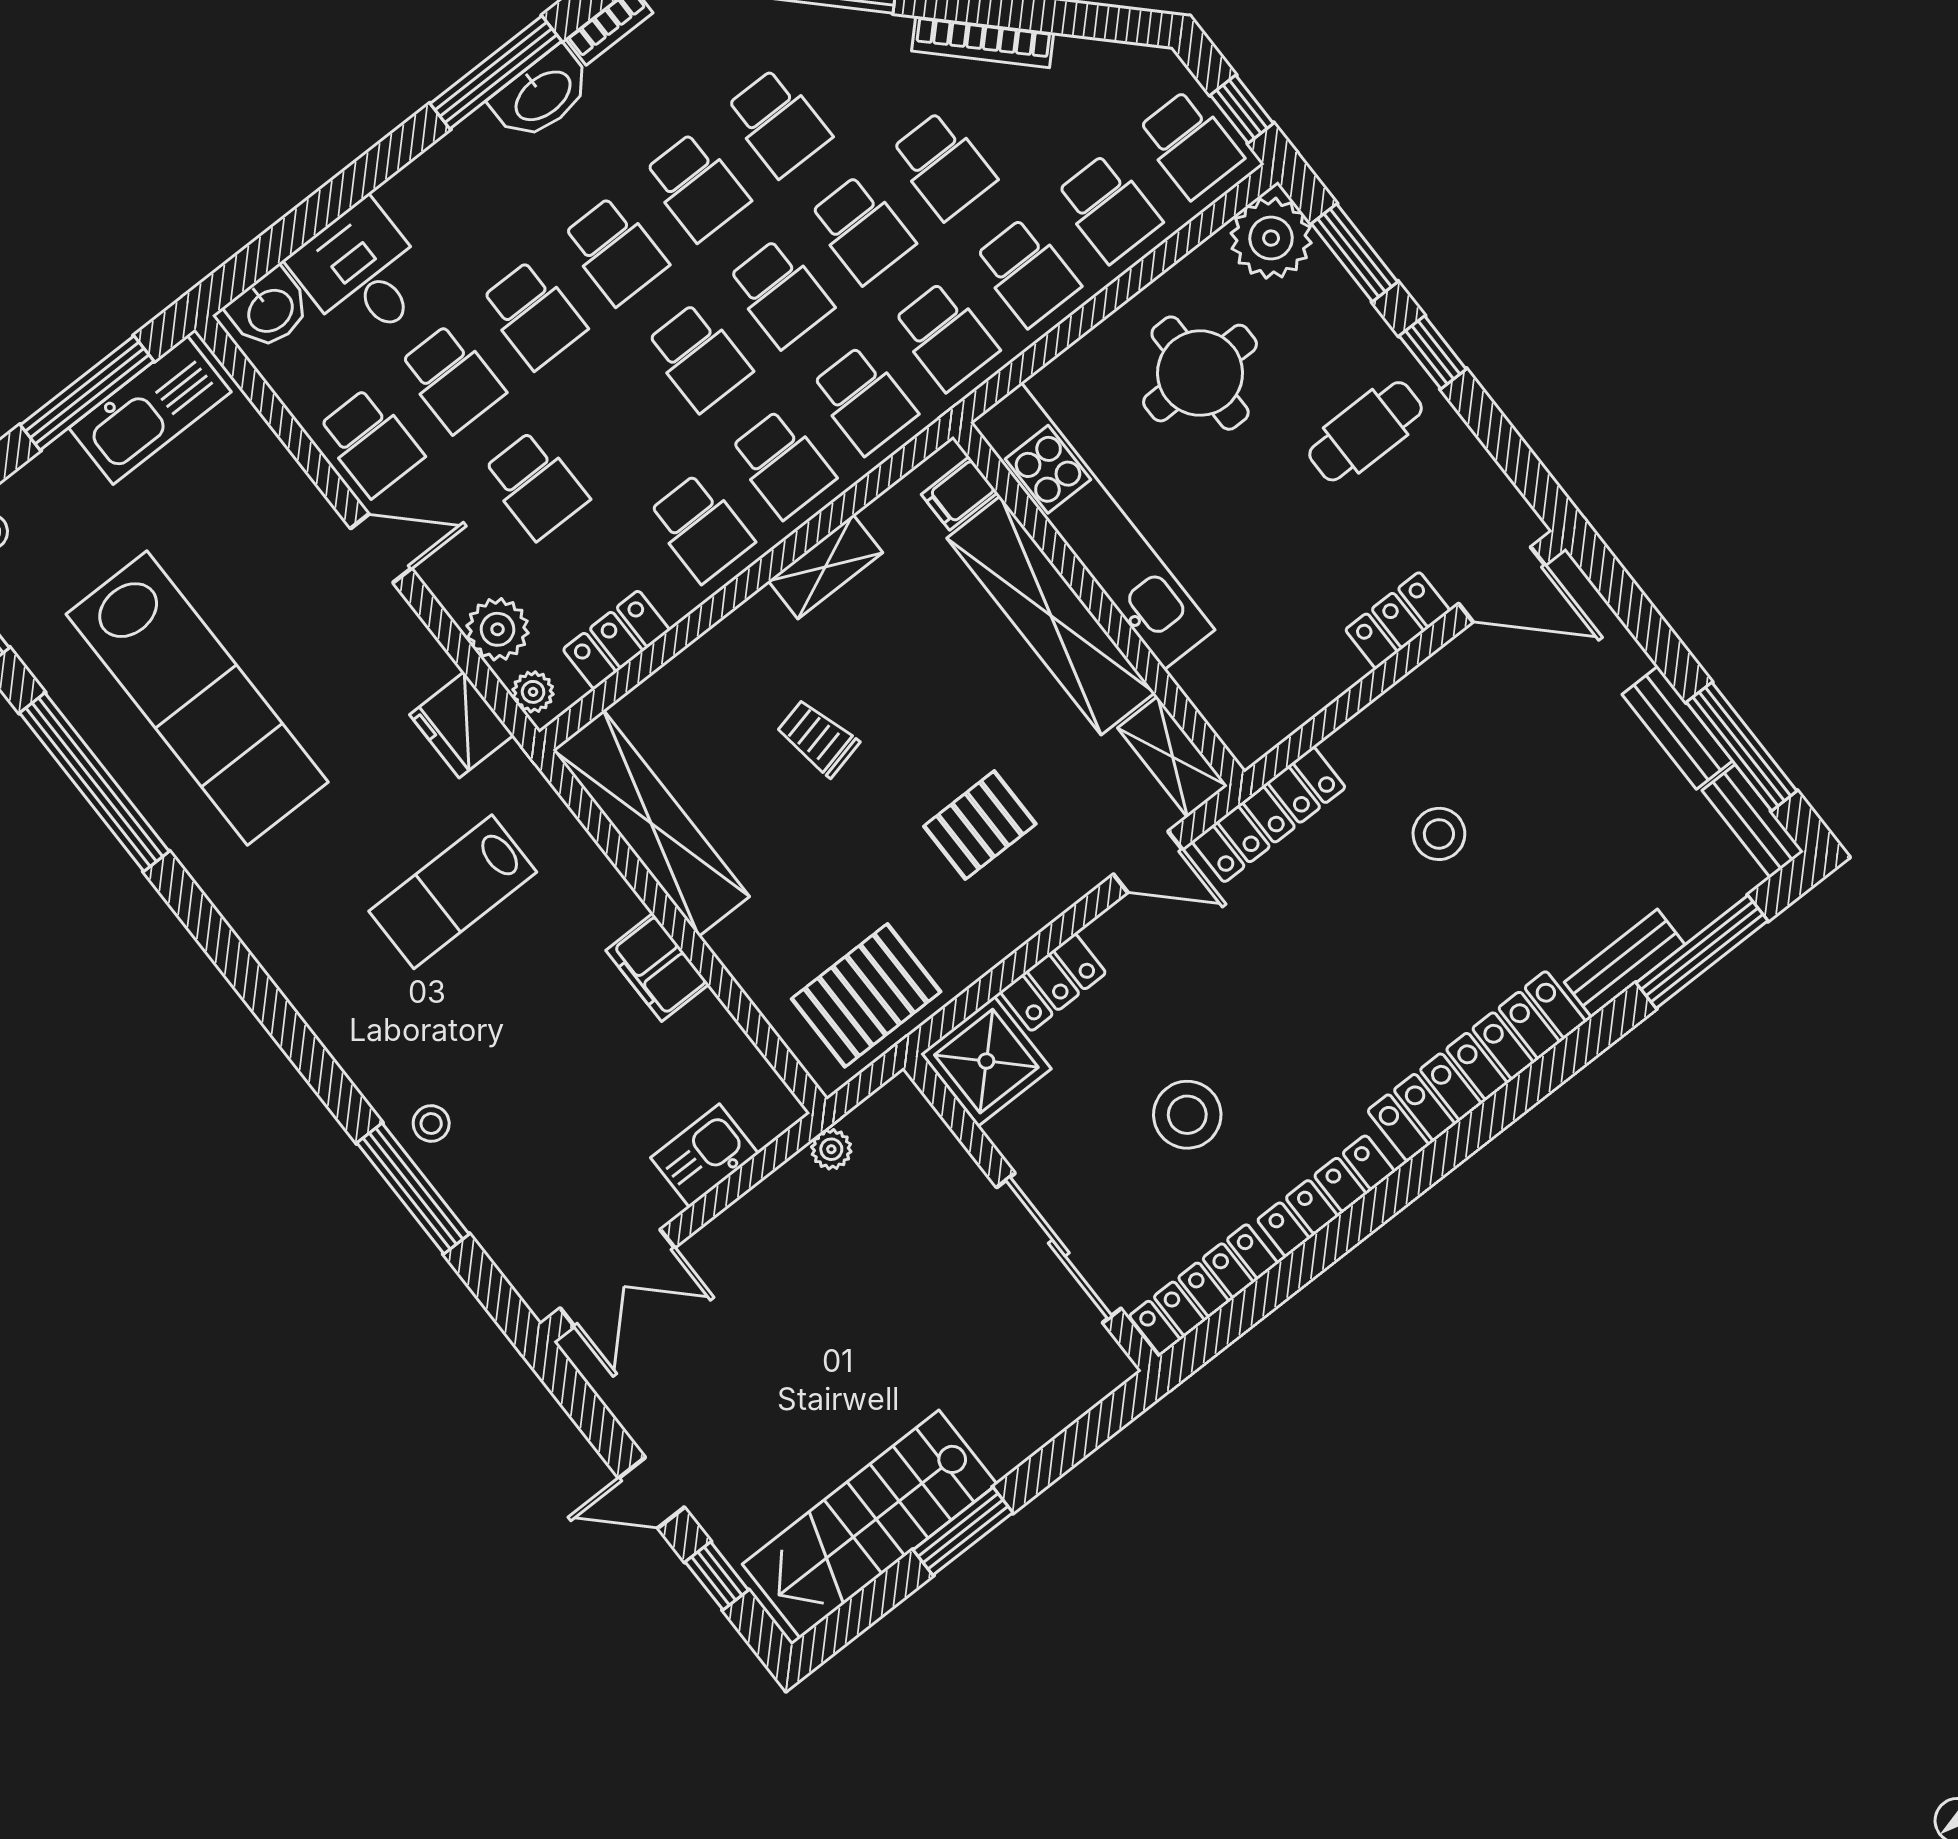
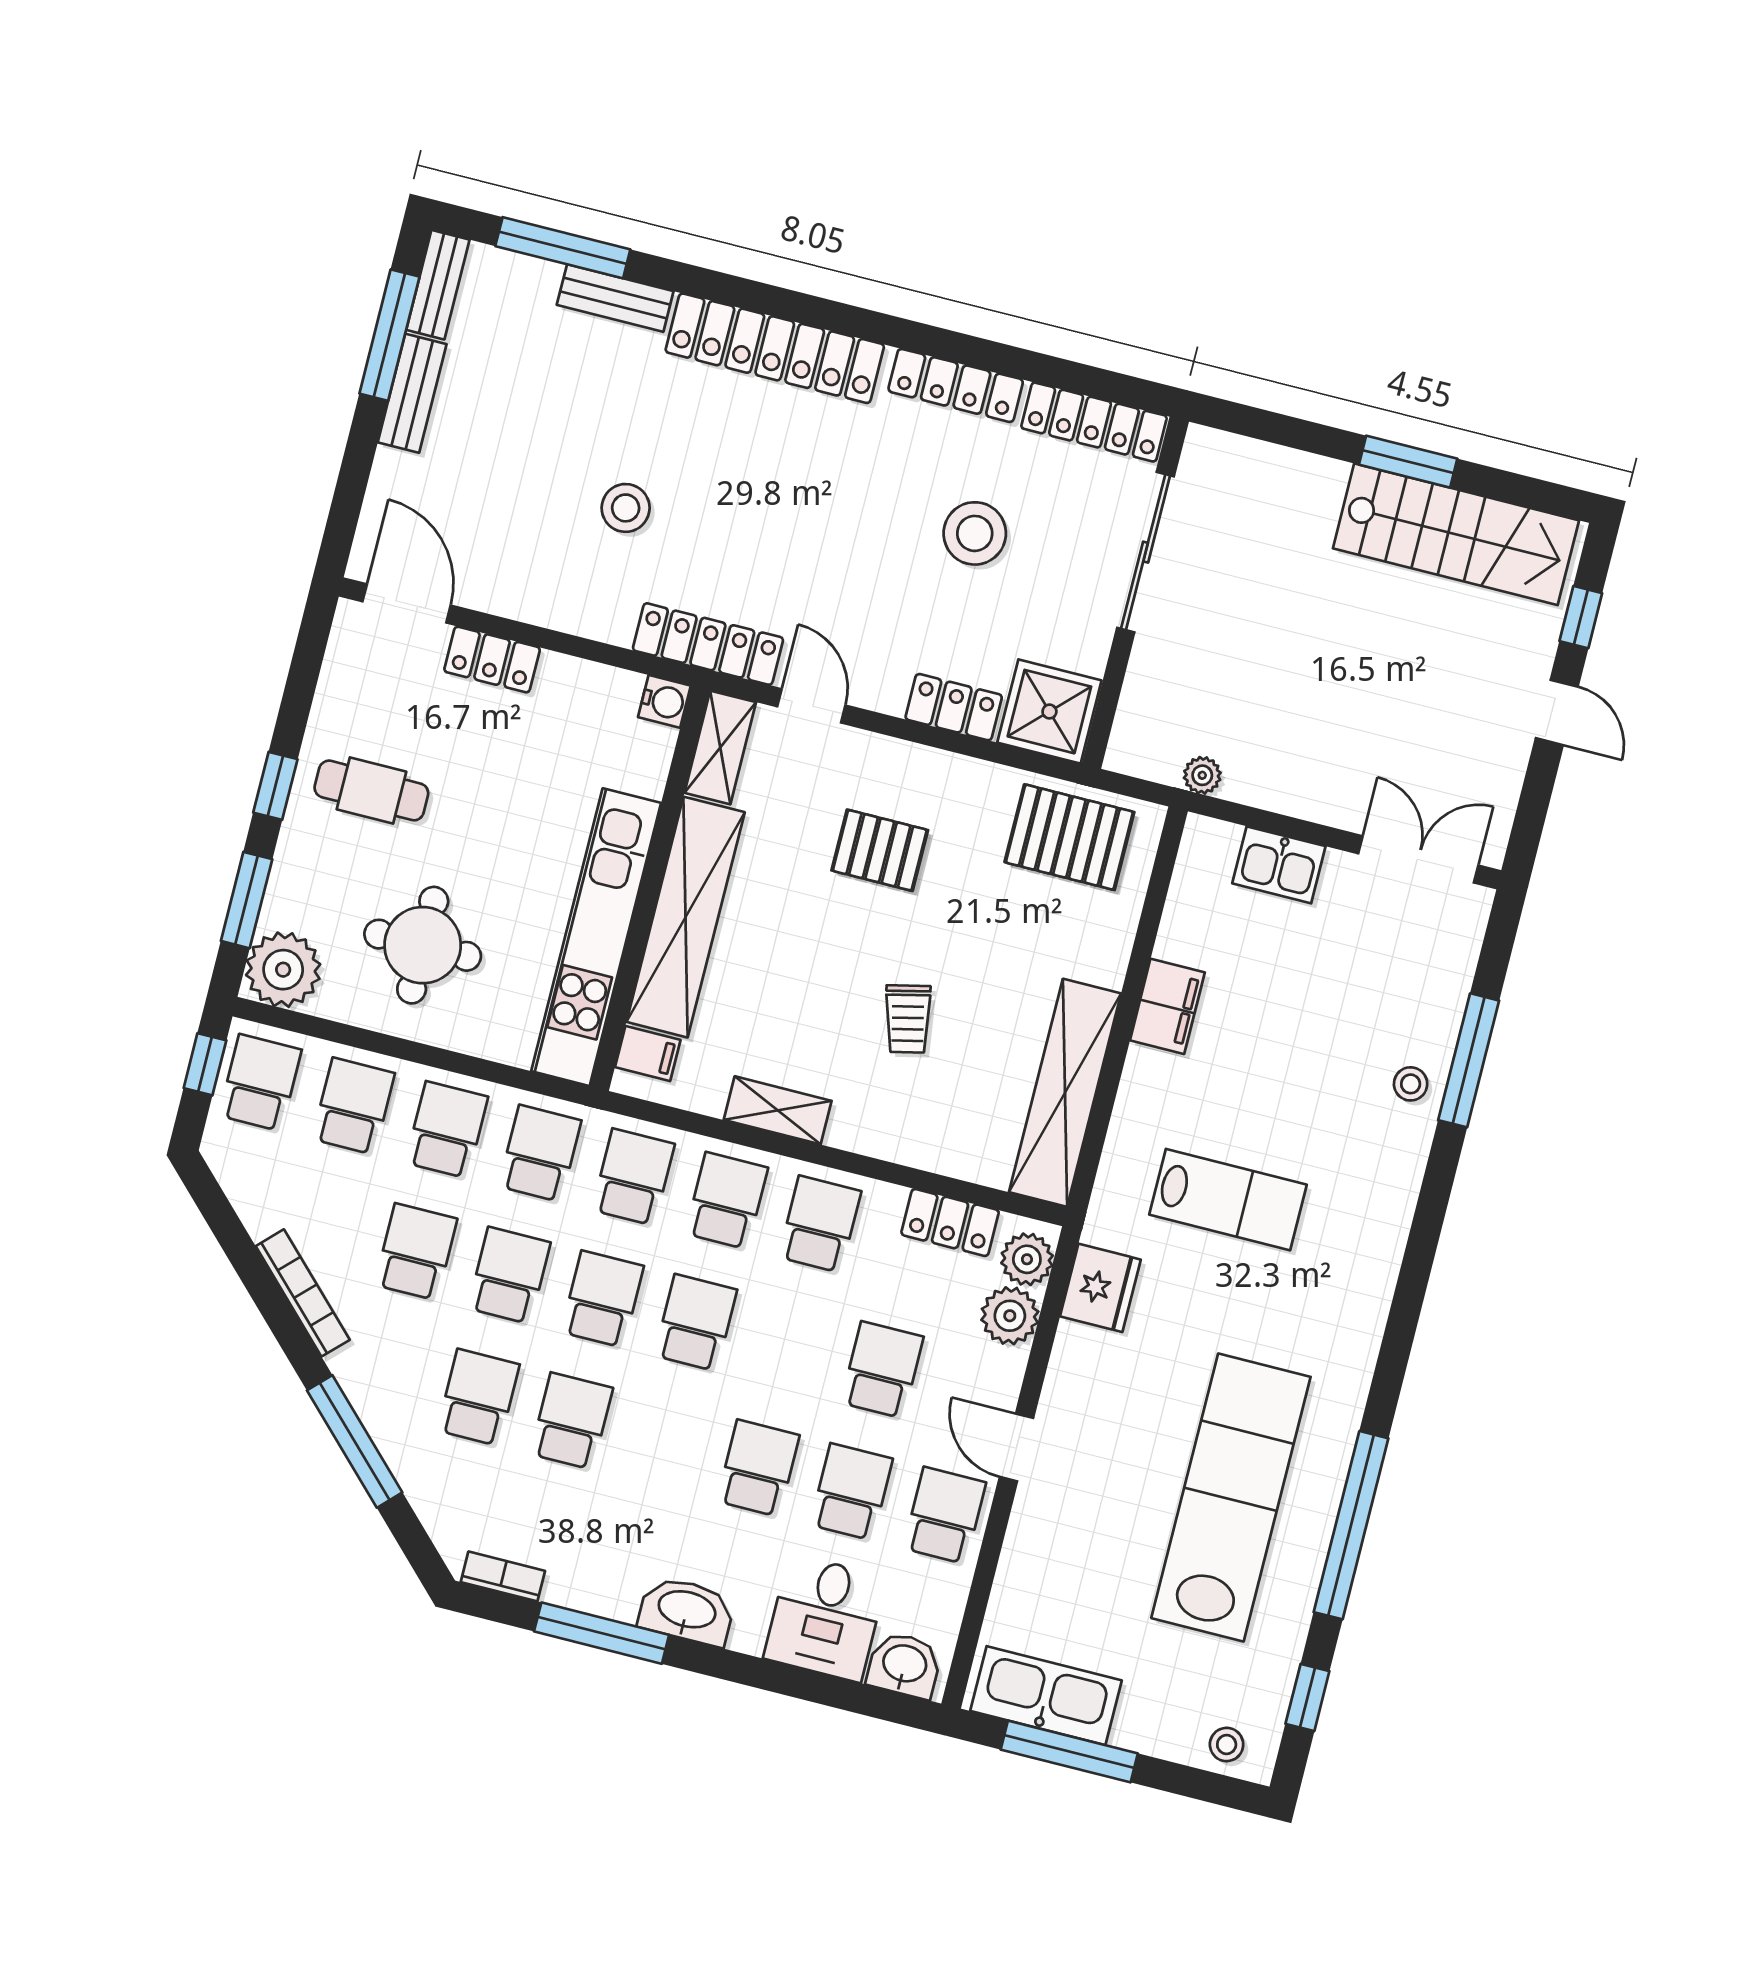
washbasin: (542, 94) -> (687, 1611), moved
school desk: (615, 250) -> (665, 1445), removed
plant: (533, 692) -> (1027, 1259), width x1.38, depth x1.38
water cooler: (1249, 740) -> (664, 701), added

